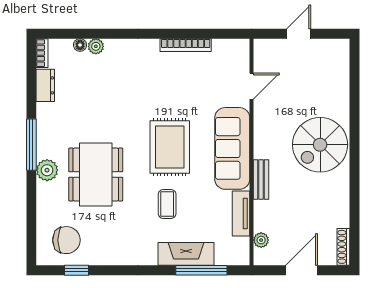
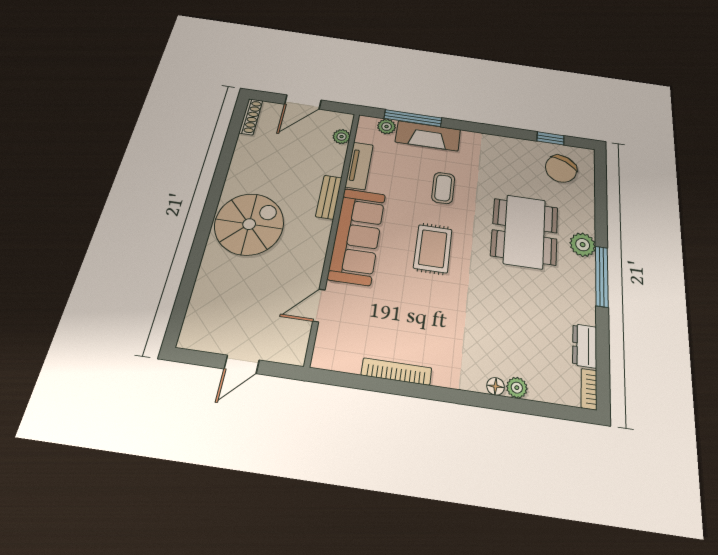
floor lamp: (80, 45) -> (496, 386), moved
rug: (170, 147) -> (433, 249), width x0.73, depth x0.70
chair: (66, 240) -> (561, 169), turned -64
plant: (224, 257) -> (387, 126), added

